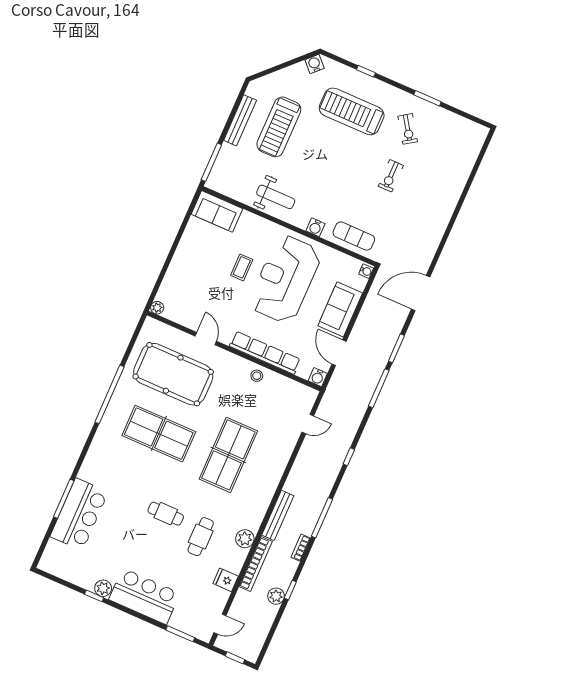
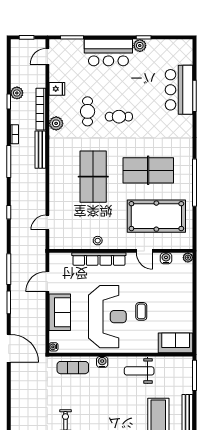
door: (421, 293) -> (9, 348), hinge flipped
door: (339, 353) -> (47, 282), swing flipped
water cooler: (318, 377) -> (166, 258), moved

